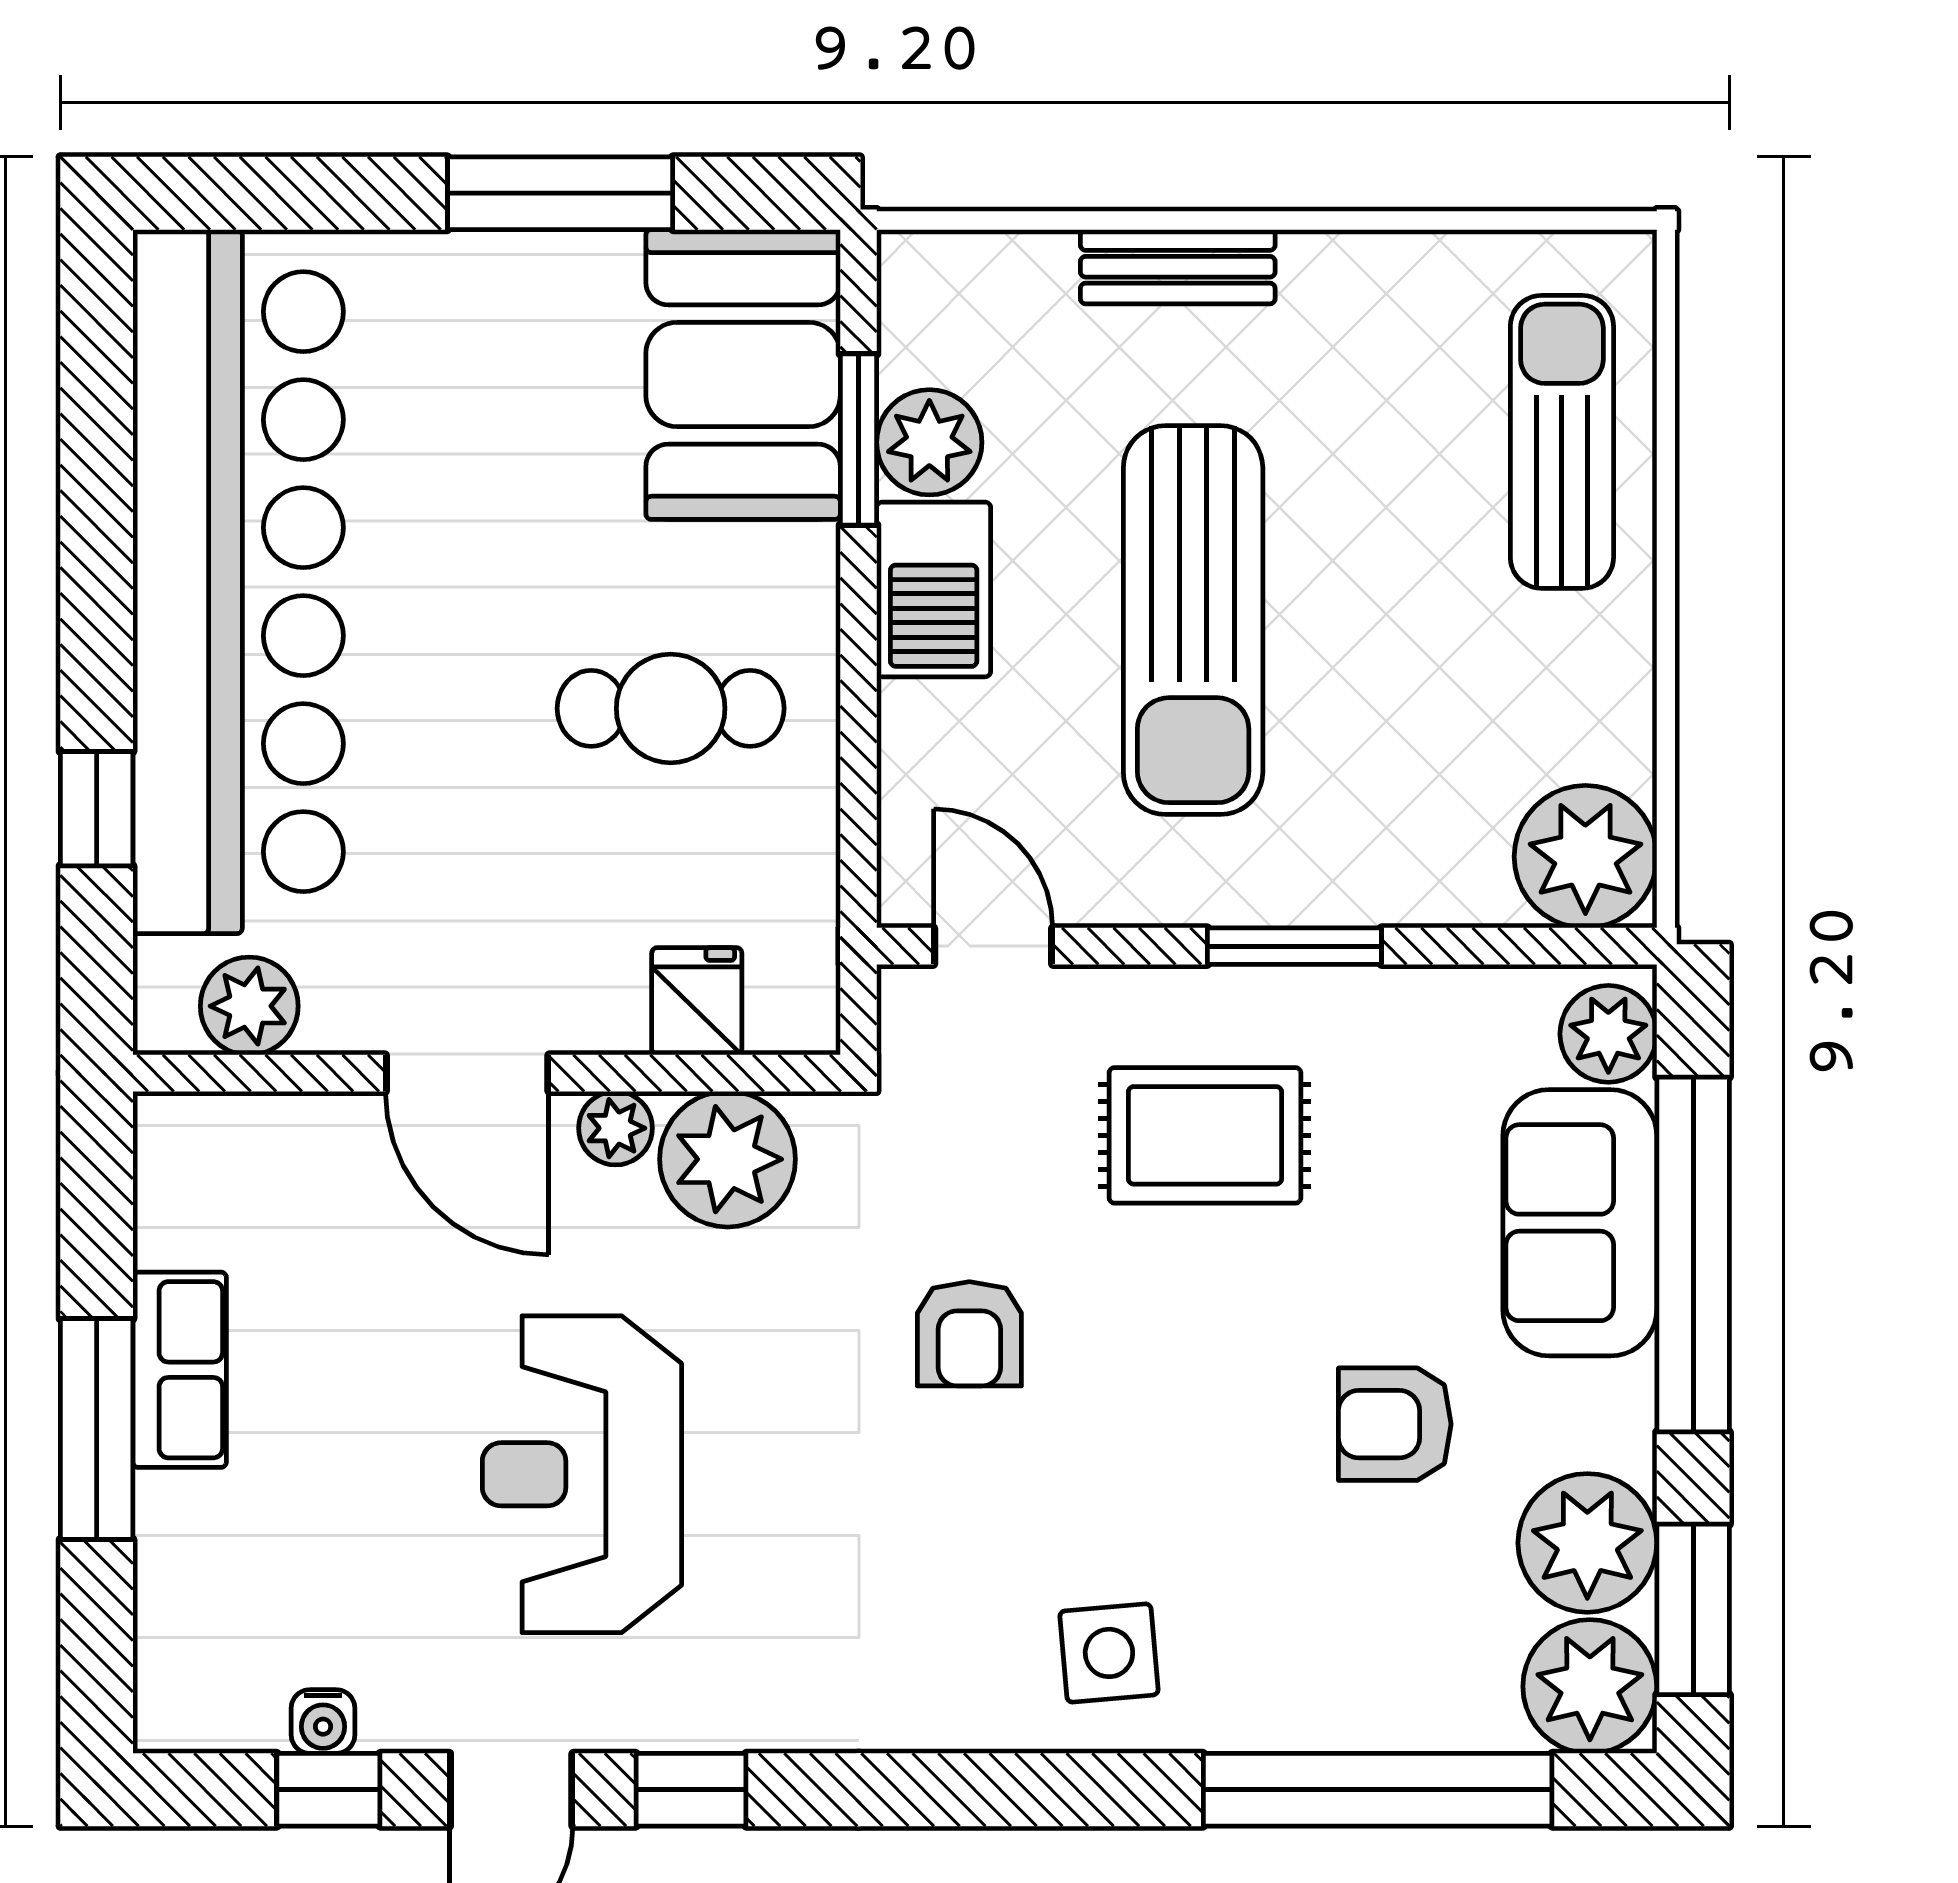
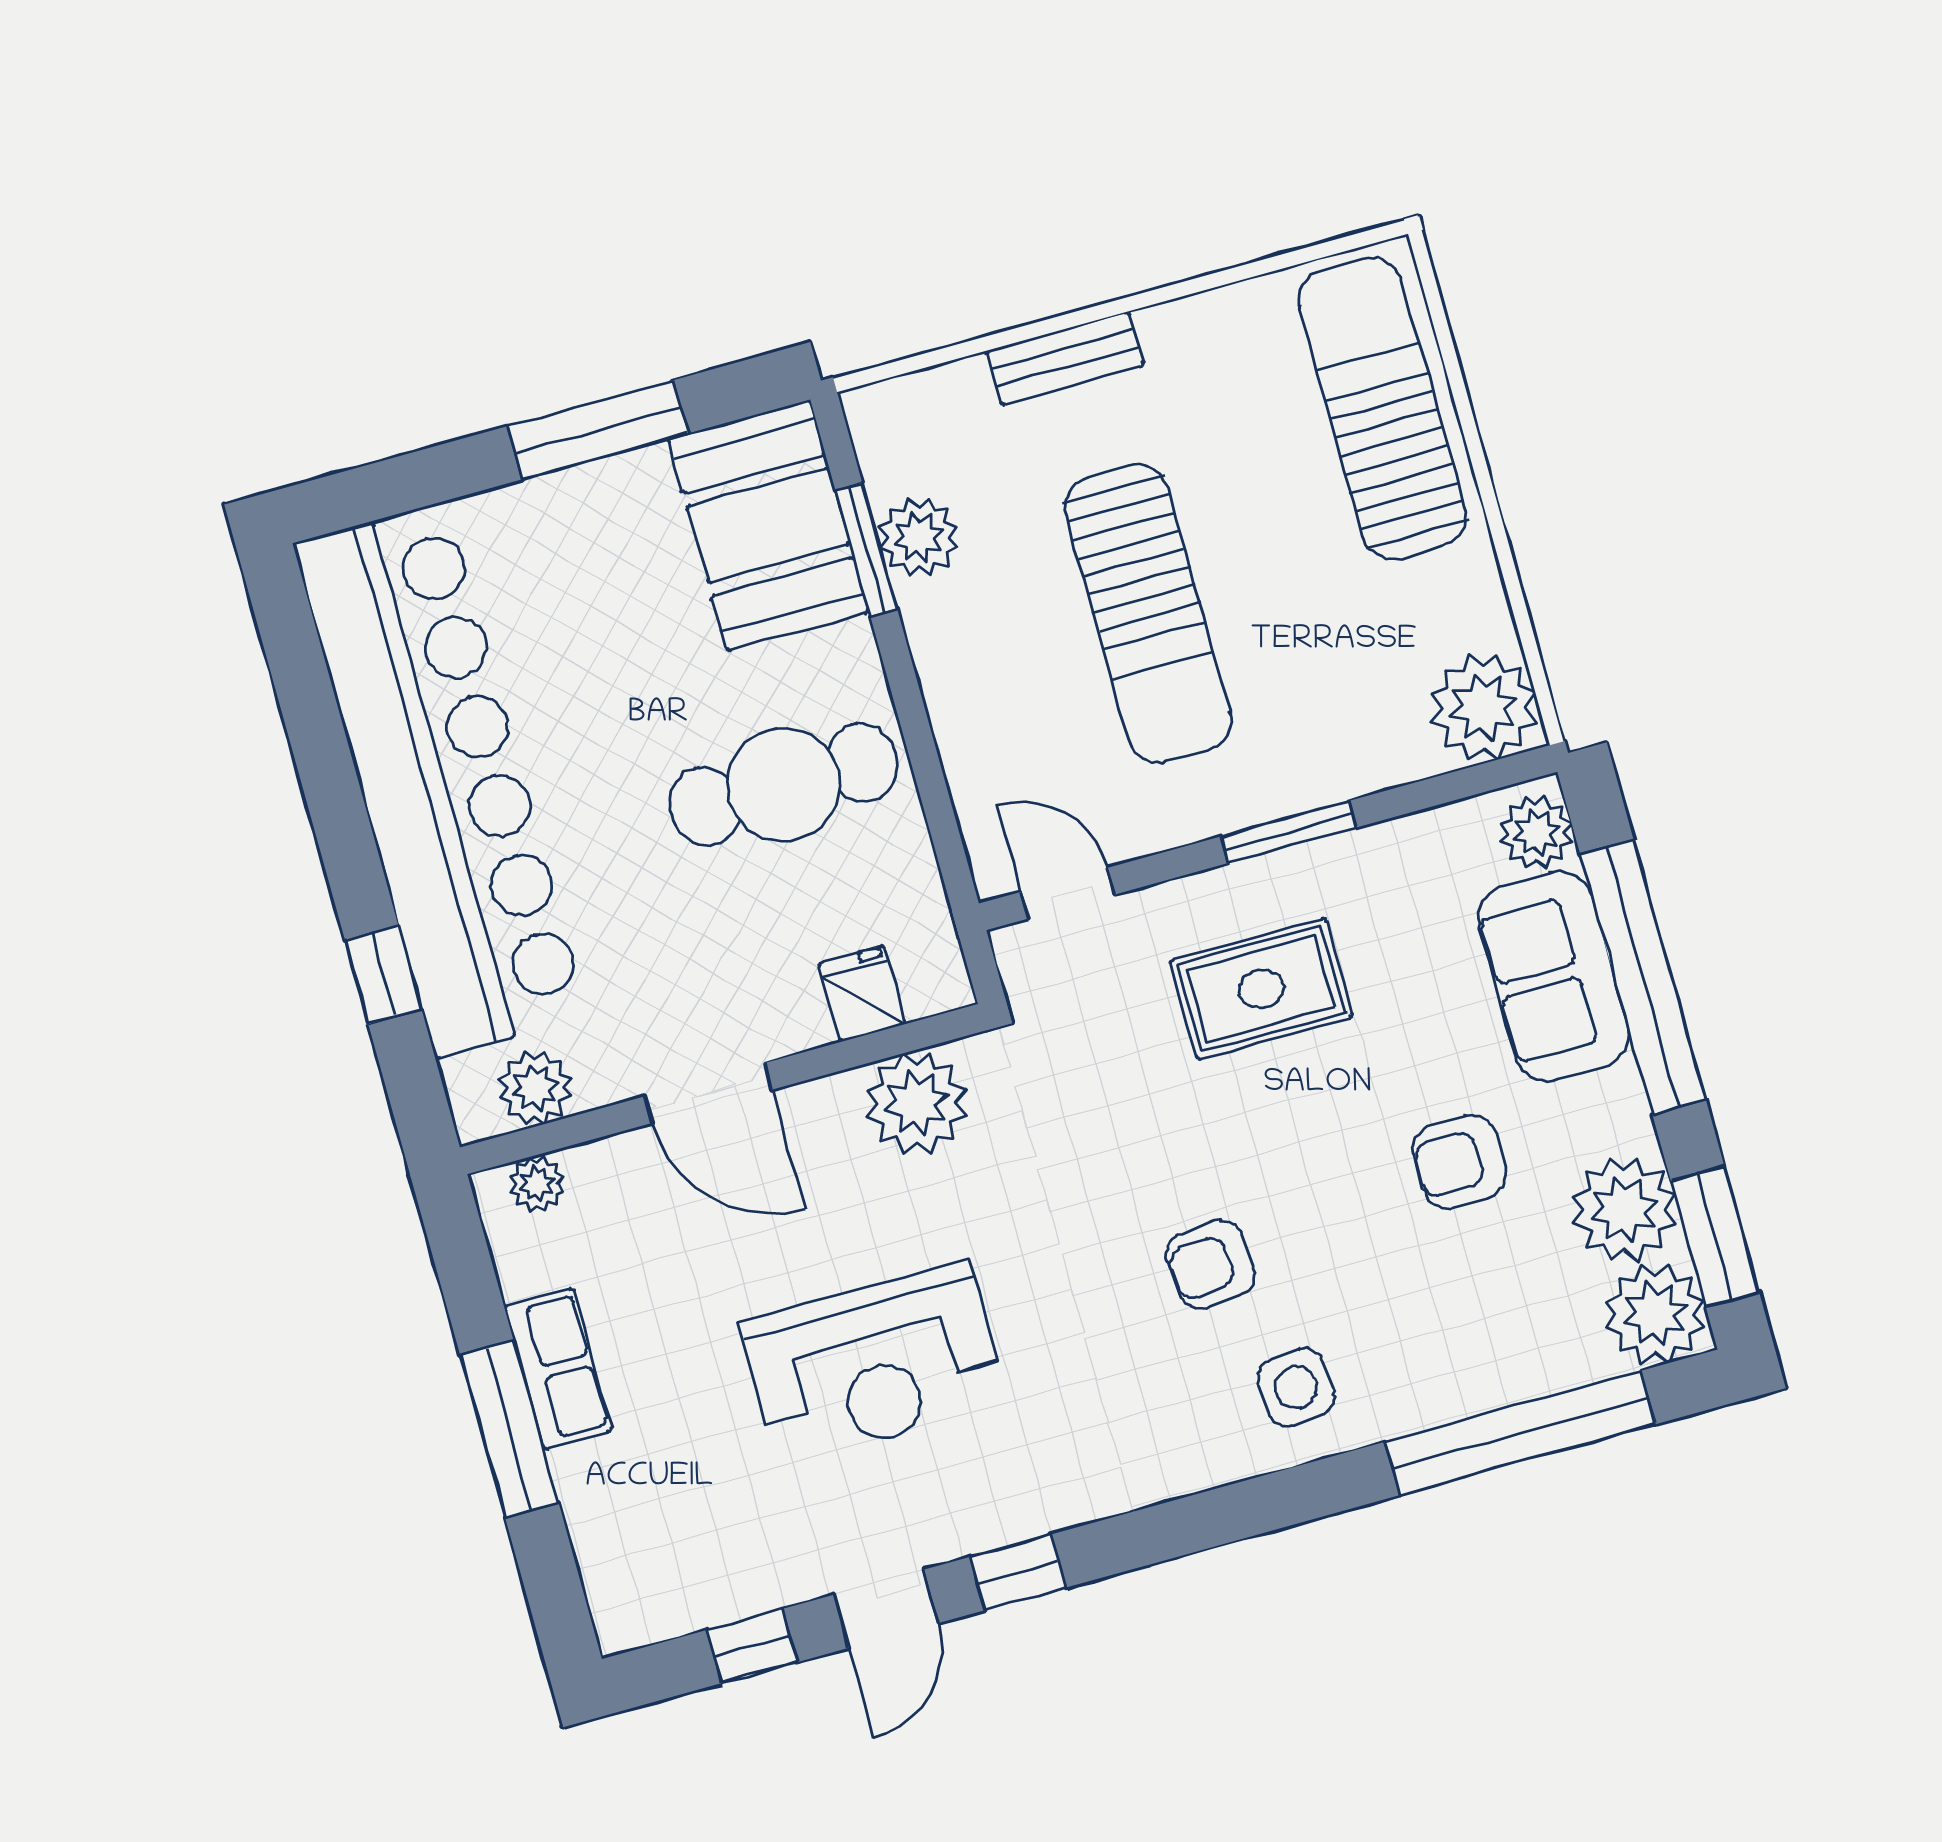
sun lounger: (1562, 442) -> (1382, 408), width x1.36, depth x1.34
barbecue: (934, 589) -> (952, 644), removed
cafe table: (671, 708) -> (783, 785), width x1.37, depth x1.35
plant: (616, 1128) -> (537, 1184), moved
armchair: (969, 1334) -> (1211, 1264), moved, turned 84
reception desk: (582, 1474) -> (874, 1363), turned -90
water cooler: (323, 1721) -> (734, 1597), removed

